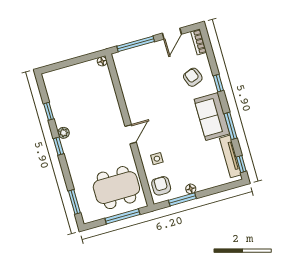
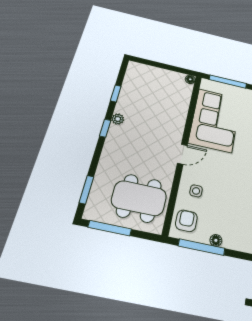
corner sofa: (142, 89) -> (215, 120), added
window: (182, 199) -> (202, 247), width x1.44
window: (122, 216) -> (110, 228), moved

